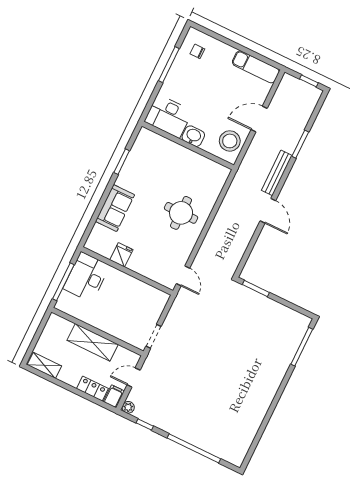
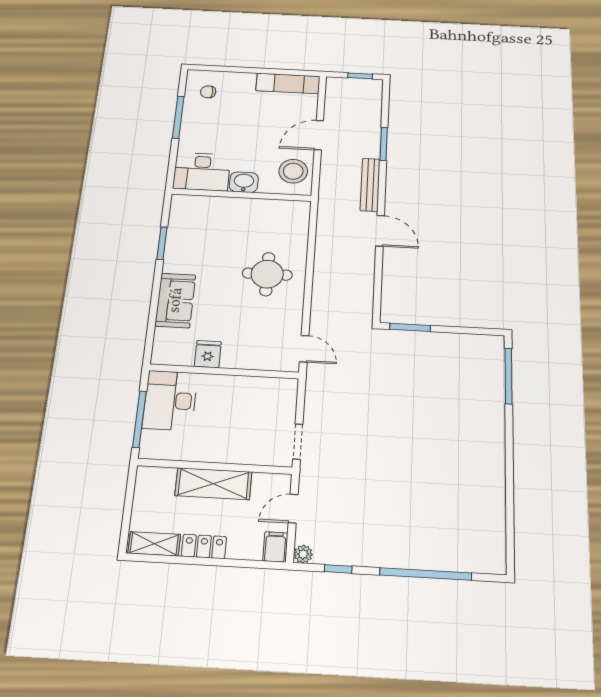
locker: (92, 389) -> (204, 546), moved

